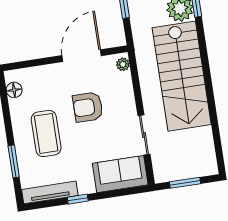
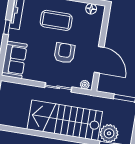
sliding door: (144, 135) -> (58, 87), moved

